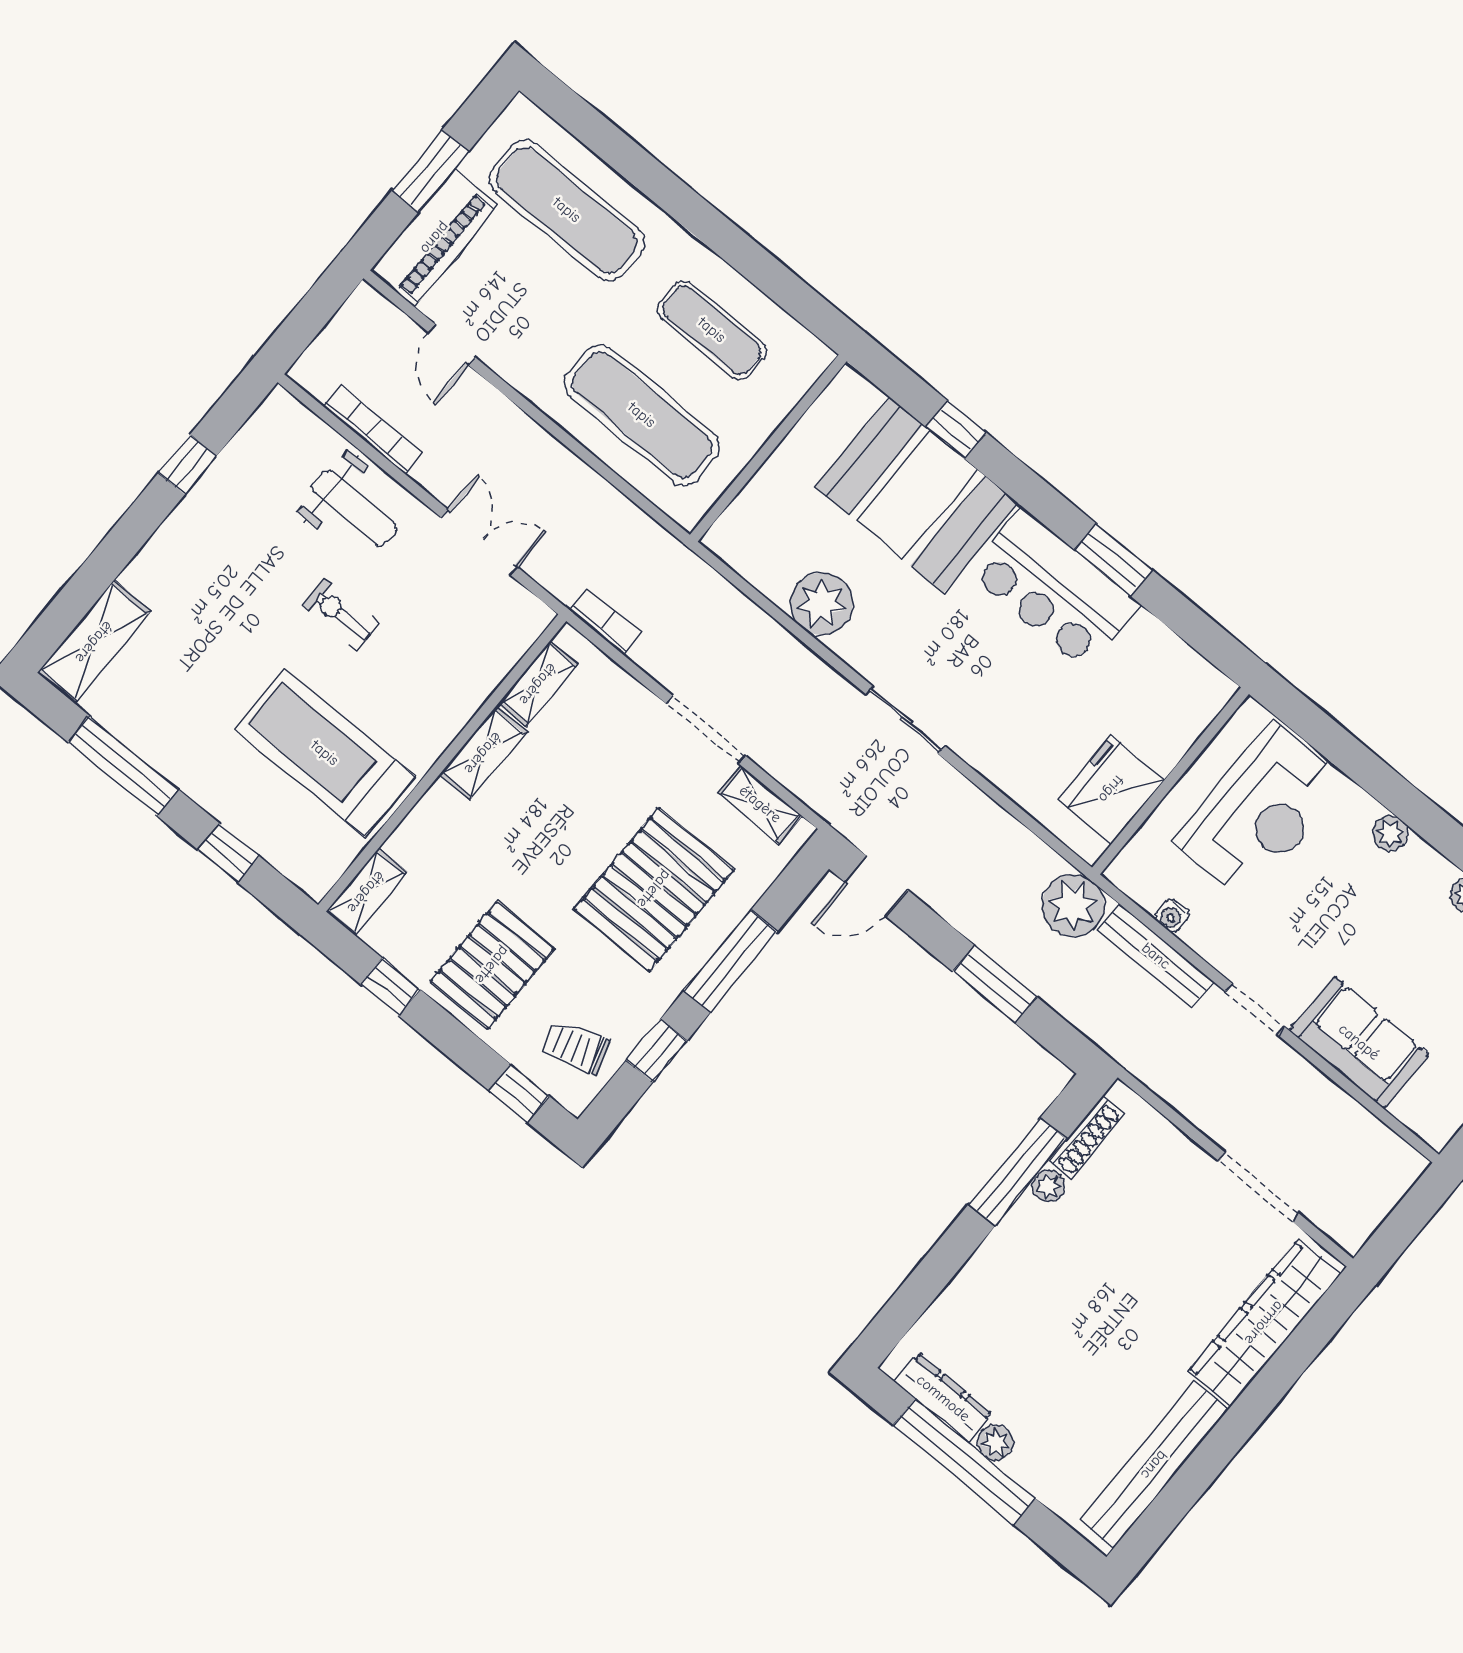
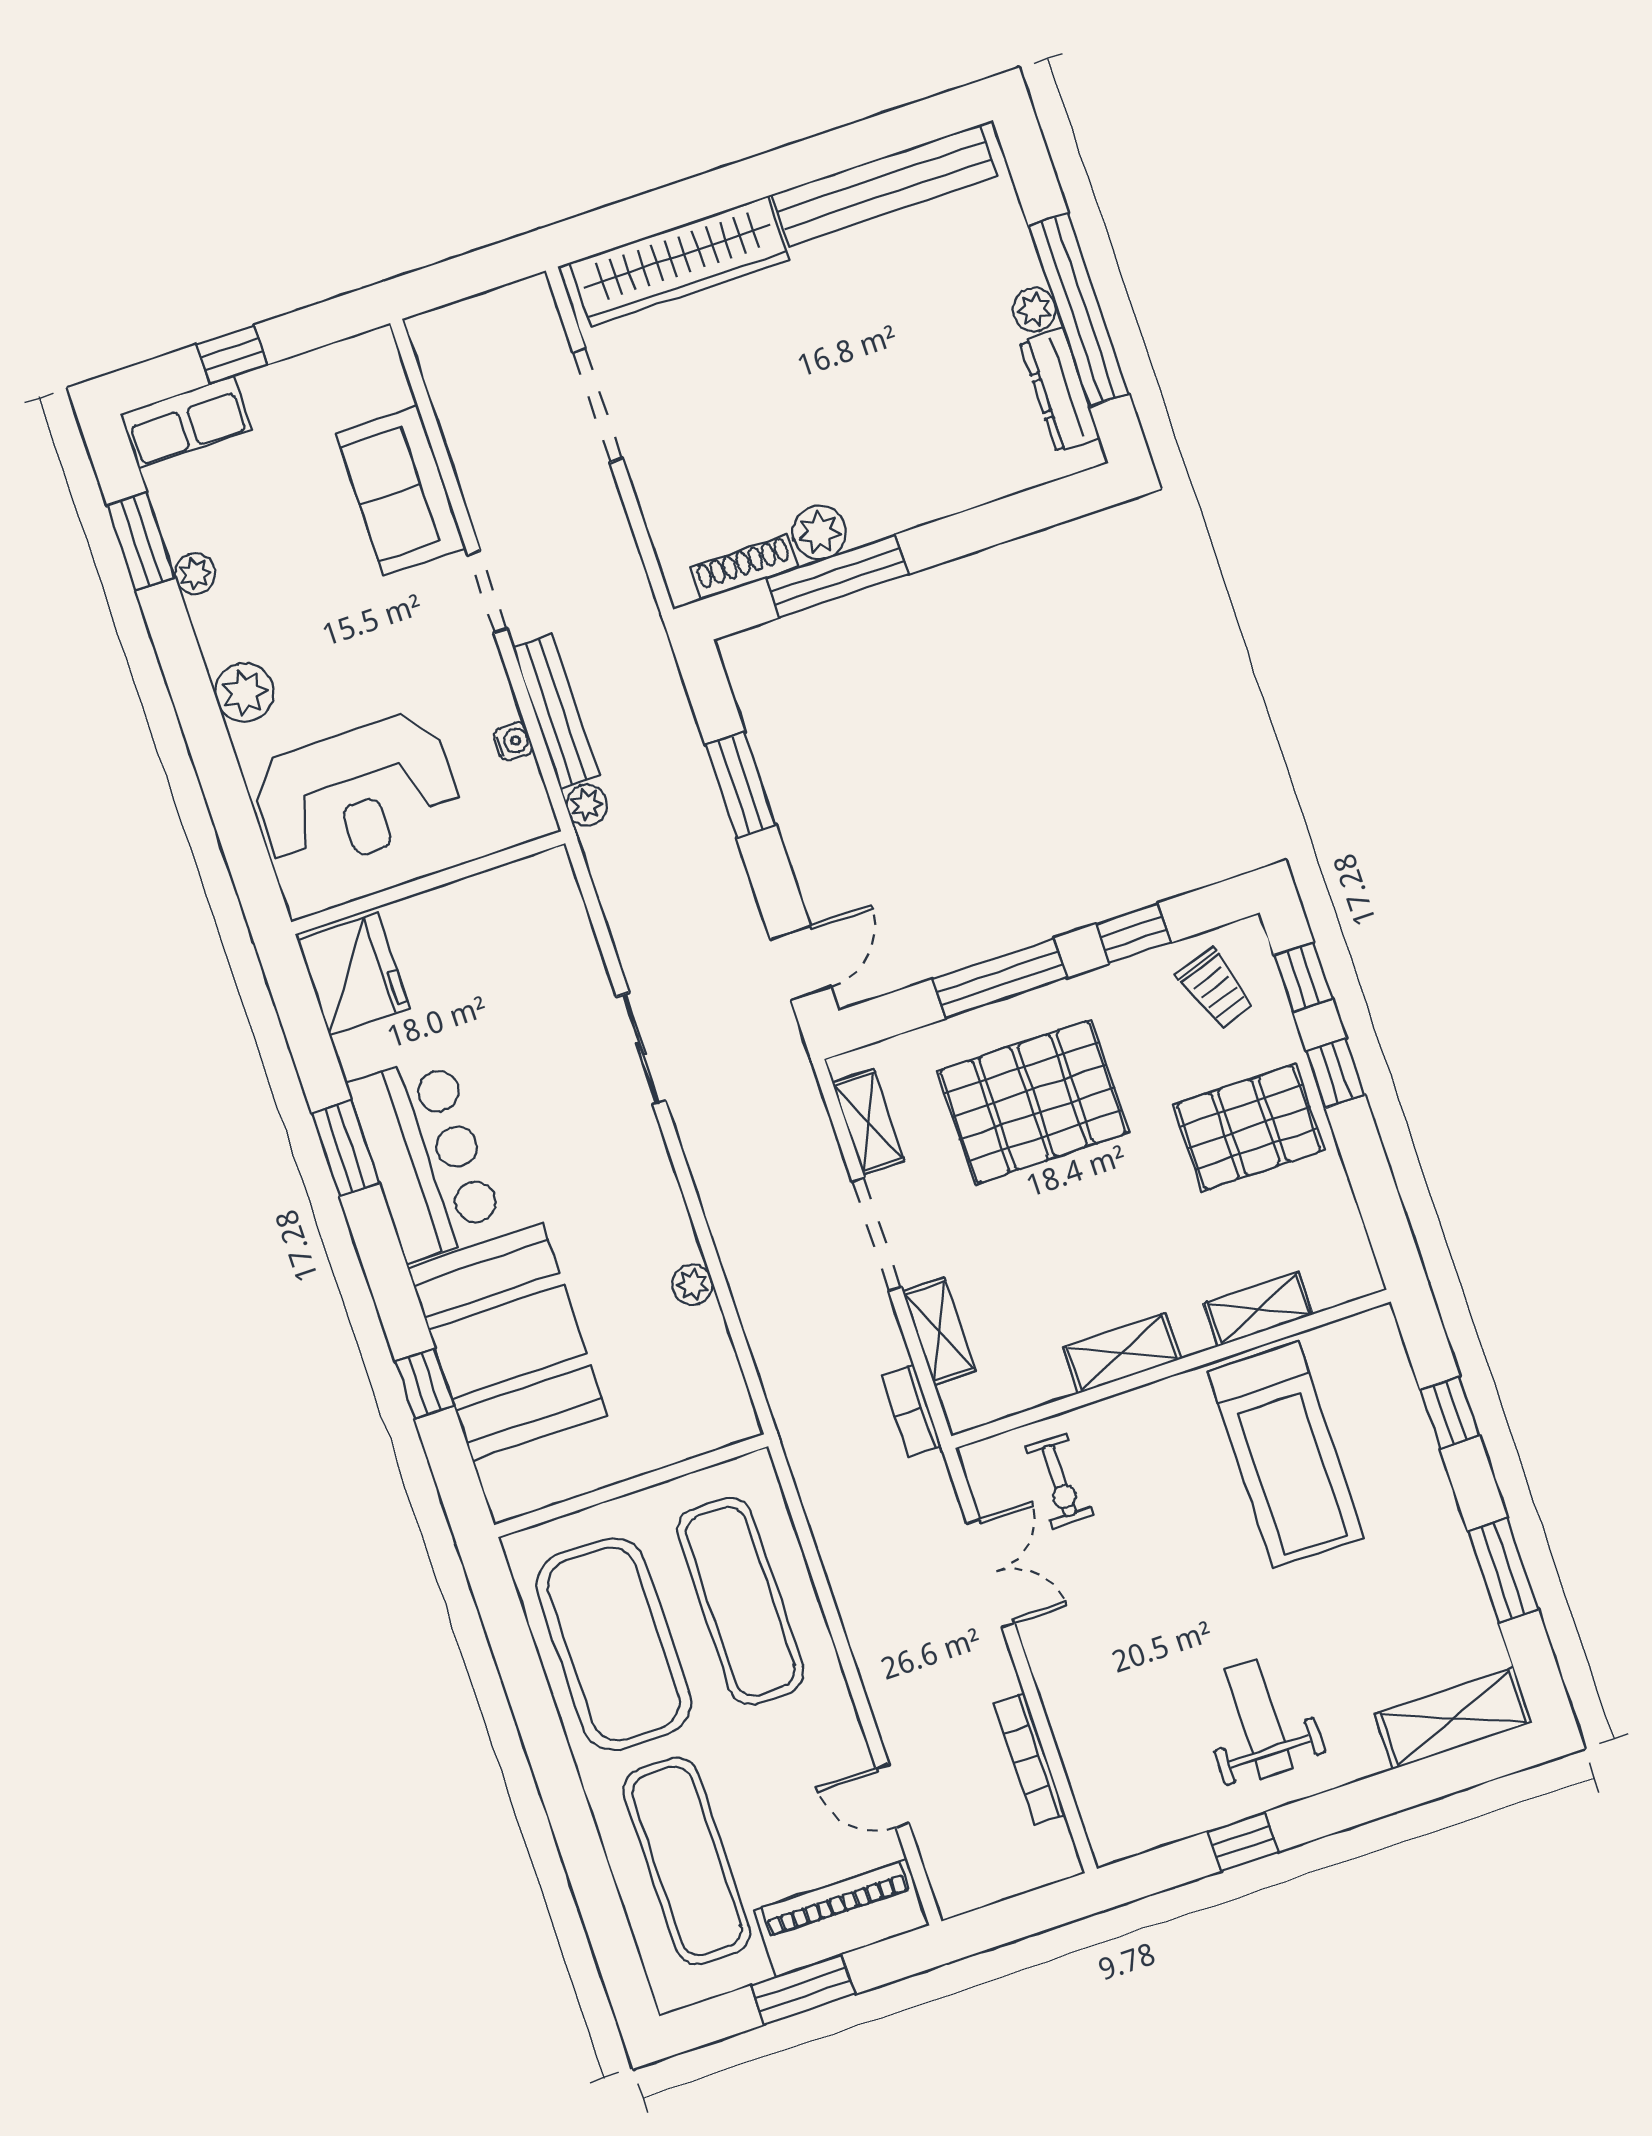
exercise mat: (712, 330) -> (614, 1644), width x2.00, depth x1.45
door: (452, 345) -> (892, 1796), swing flipped
weight bench: (354, 508) -> (1259, 1719), moved
double door: (479, 542) -> (991, 1573), swing flipped
plant: (822, 604) -> (693, 1285), width x0.53, depth x0.53
exercise bike: (341, 615) -> (1059, 1481), moved
shelving: (538, 684) -> (939, 1331), moved, turned 90
sliding door: (905, 720) -> (641, 1049), moved
window: (124, 766) -> (1503, 1570), width x0.69
fridge: (1111, 789) -> (353, 974), moved, turned -90
reception desk: (1260, 812) -> (356, 793), turned 180
plant: (1390, 833) -> (245, 692), width x1.38, depth x1.38
door: (876, 886) -> (801, 963), hinge flipped
shelving: (366, 892) -> (1258, 1309), moved
plant: (1073, 906) -> (587, 805), width x0.53, depth x0.53
window: (390, 987) -> (1336, 1073), moved
plant: (1048, 1186) -> (819, 532), width x1.38, depth x1.38

